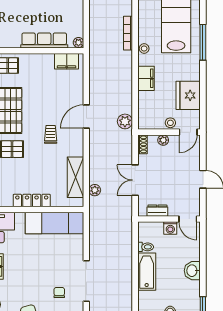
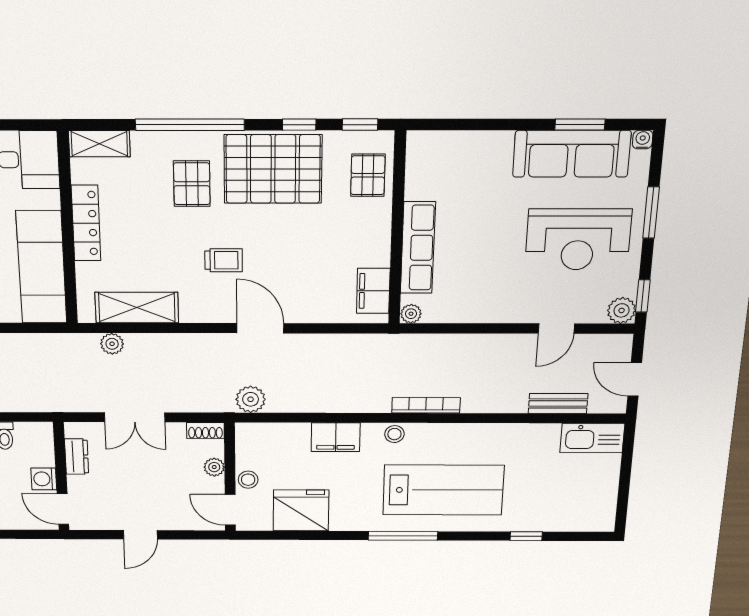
double door: (135, 180) -> (135, 417), swing flipped
door: (188, 219) -> (63, 509), hinge flipped

